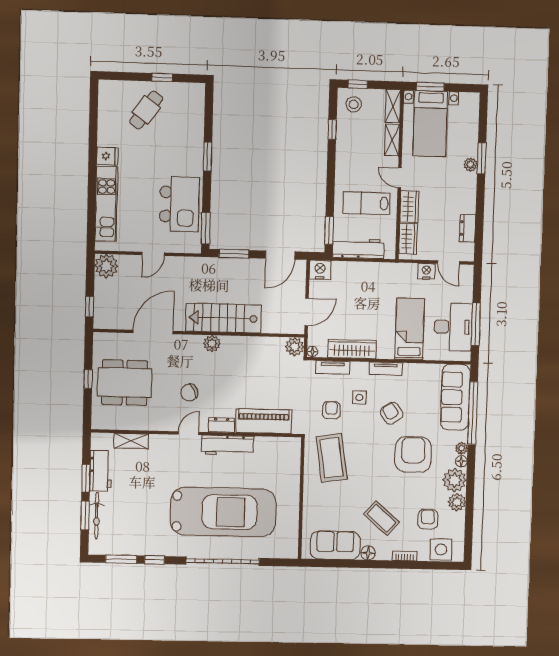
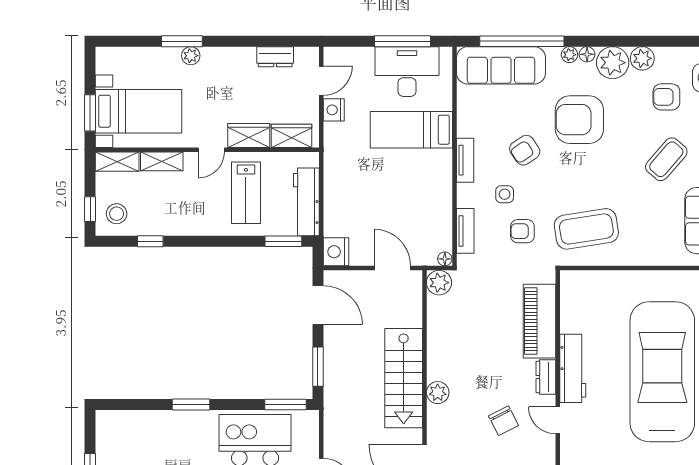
wardrobe: (352, 349) -> (440, 206), removed

